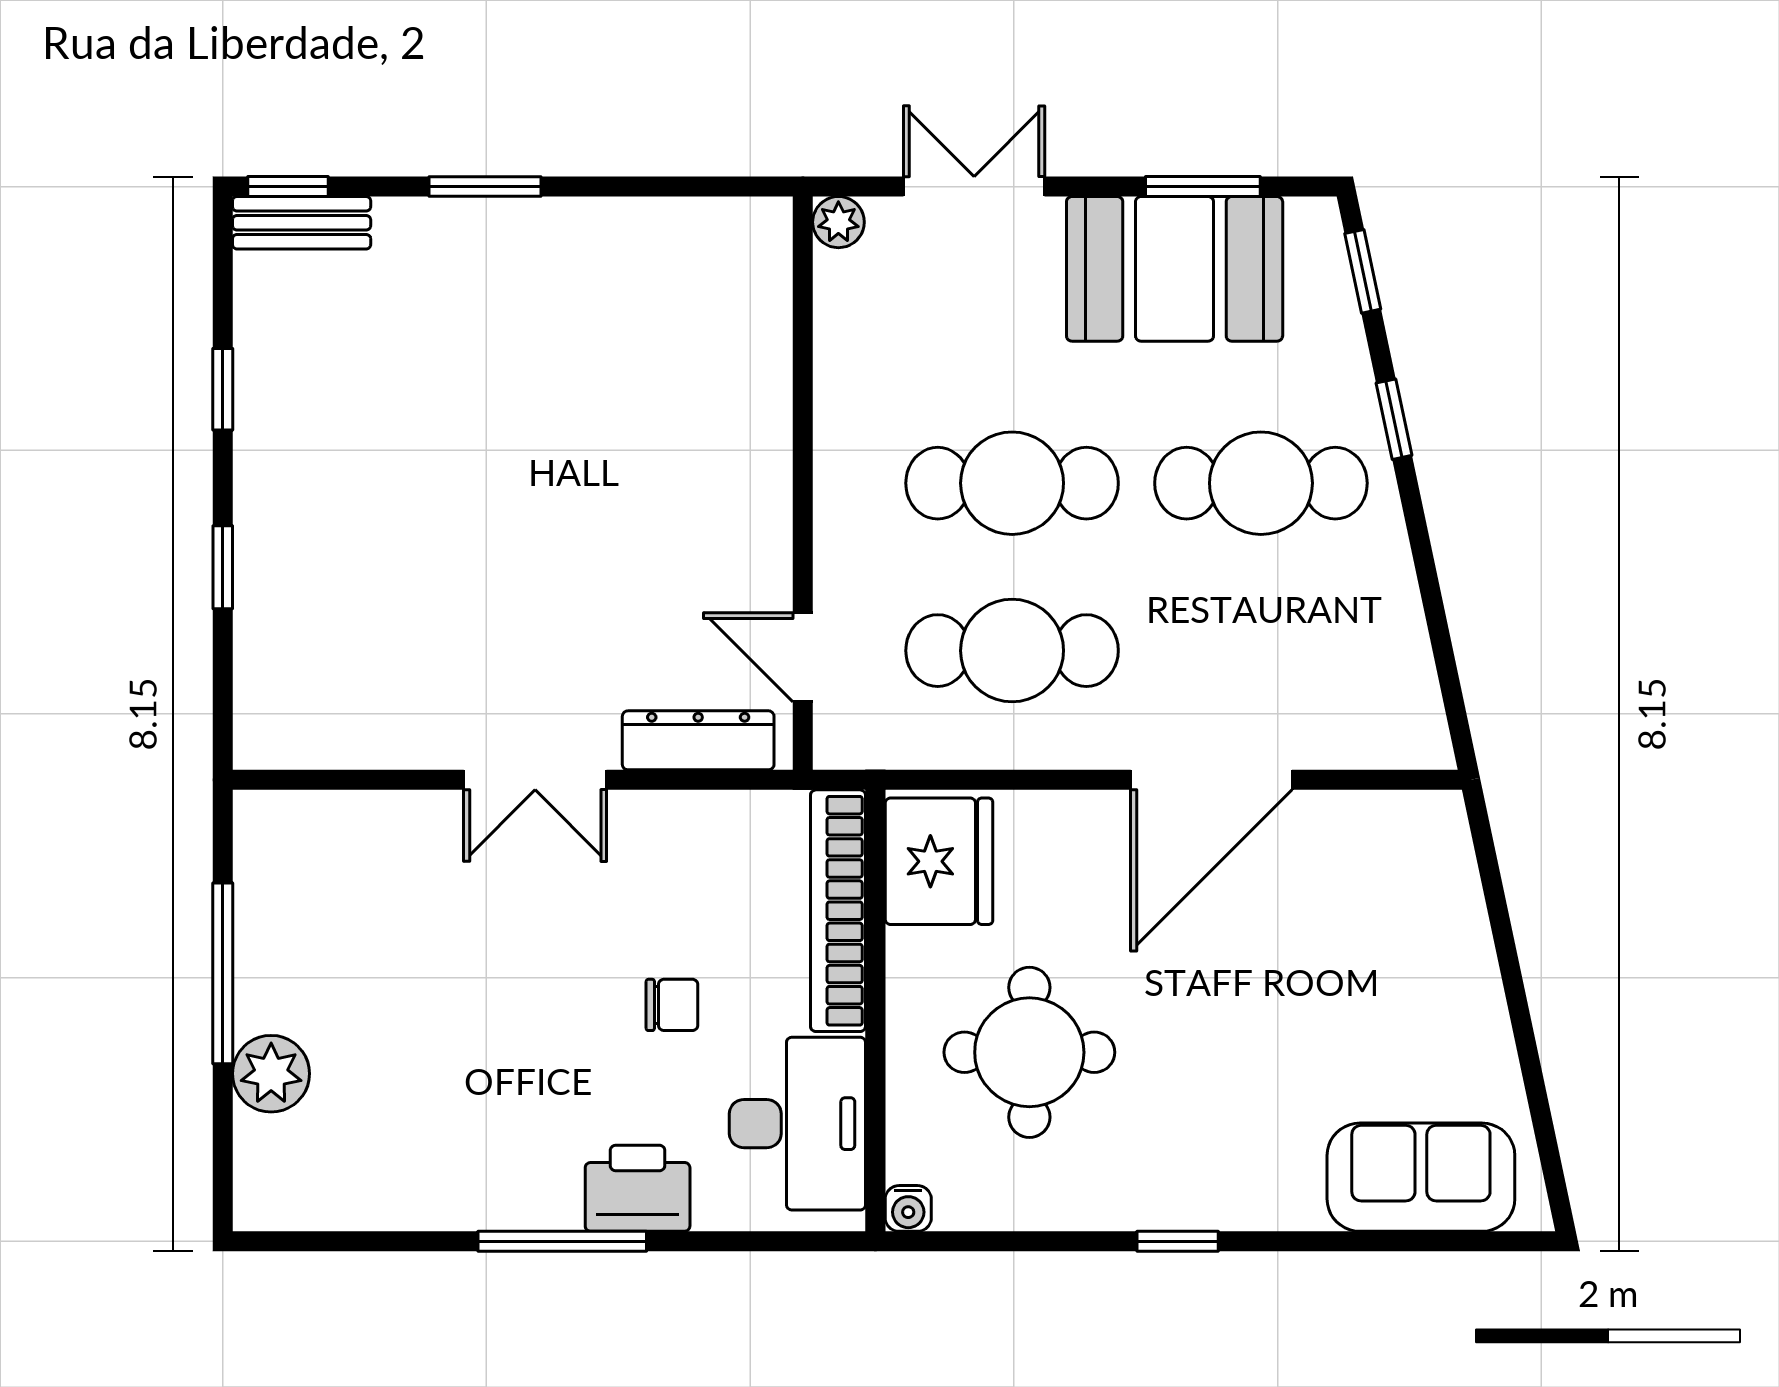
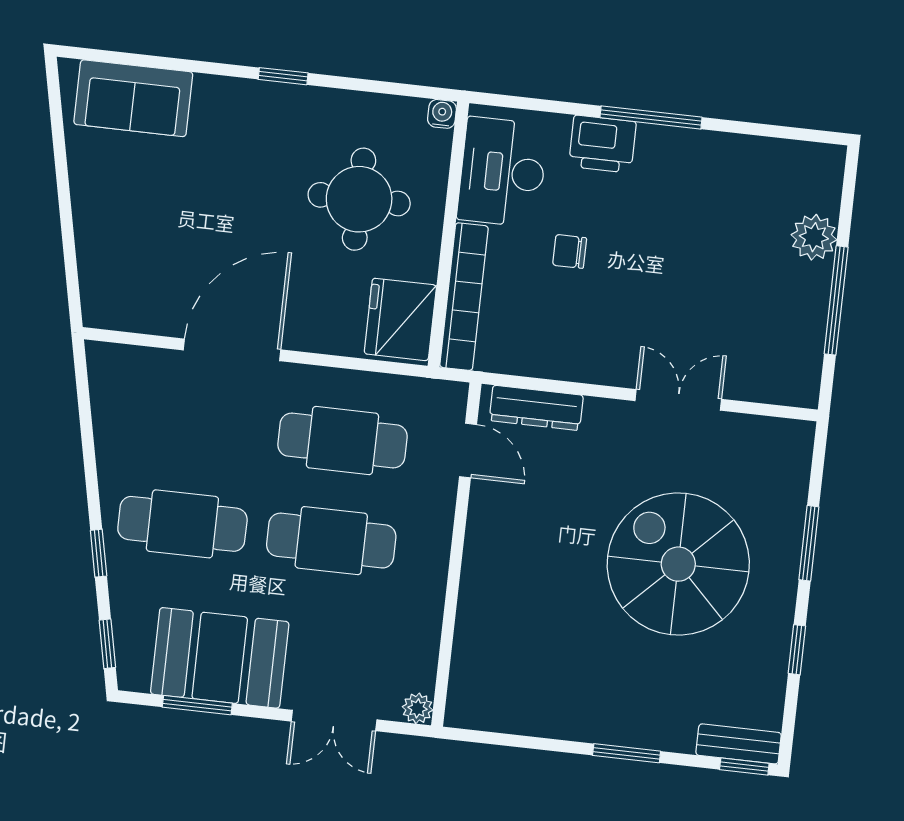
spiral stairs: (435, 509) -> (678, 564), added
window: (223, 567) -> (809, 543), width x1.50
double door: (535, 780) -> (678, 400), moved

